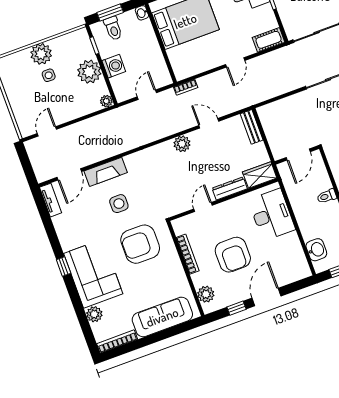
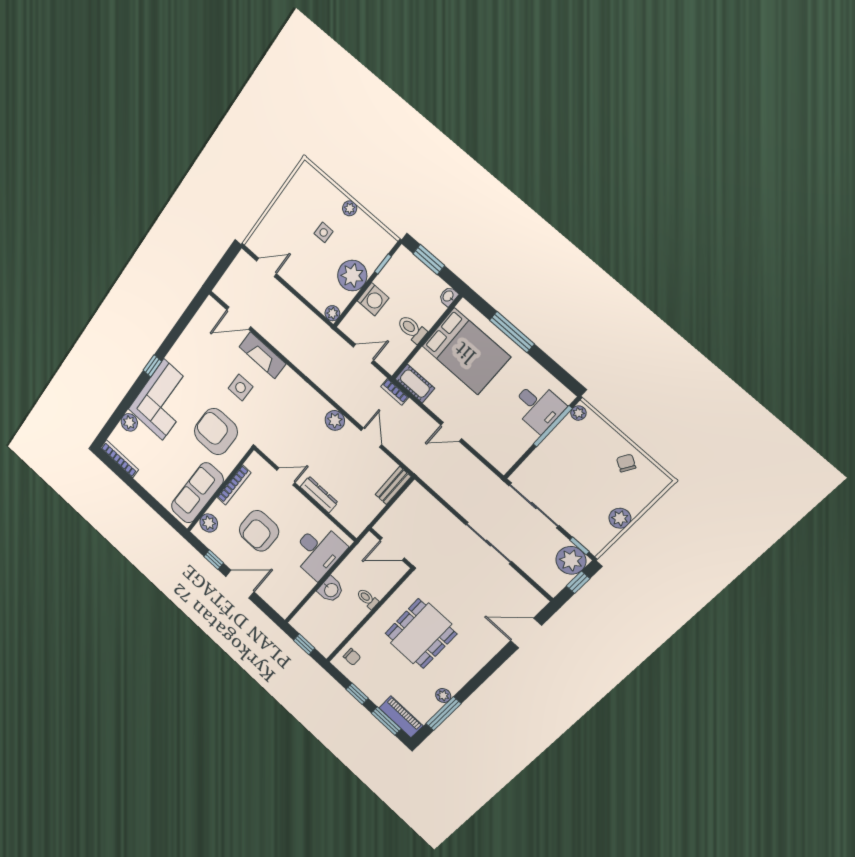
toilet: (113, 28) -> (412, 329), moved, turned 90
cot: (269, 40) -> (415, 384), moved
plant: (41, 54) -> (350, 208), width x0.53, depth x0.53
wardrobe: (260, 175) -> (350, 519), removed
tv unit: (51, 200) -> (204, 314), removed
washbasin: (316, 250) -> (331, 590), moved
sofa: (162, 317) -> (197, 493), moved, turned -90

